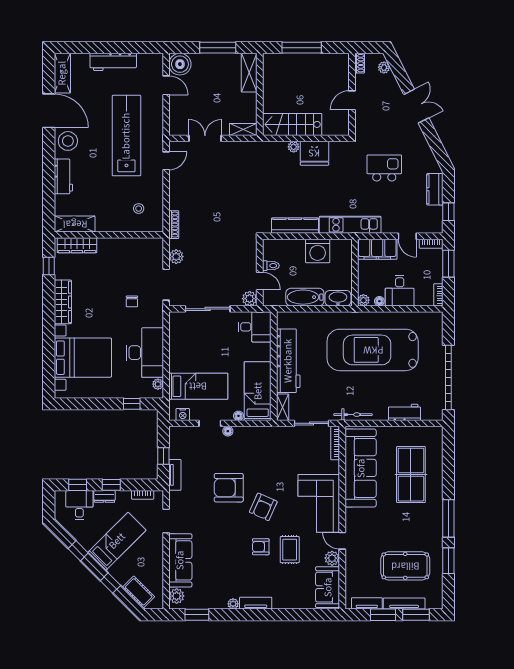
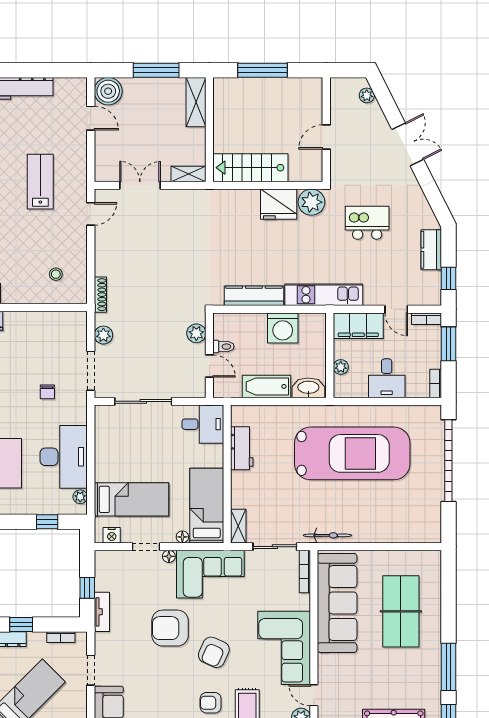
shoe rack: (360, 63) -> (336, 90), removed
lab bench: (126, 136) -> (40, 182), width x0.54, depth x0.72
plant: (294, 147) -> (311, 202), moved, width x1.88, depth x1.88
plant: (250, 299) -> (196, 333), moved
plant: (363, 300) -> (341, 367), moved
floor lamp: (379, 301) -> (361, 392), removed
car: (373, 350) -> (352, 453), turned 180
workbench: (288, 361) -> (242, 448), width x0.53, depth x0.76
garage door: (448, 377) -> (448, 461), moved
workbench: (404, 412) -> (393, 533), removed
corner sofa: (261, 445) -> (210, 574), added

